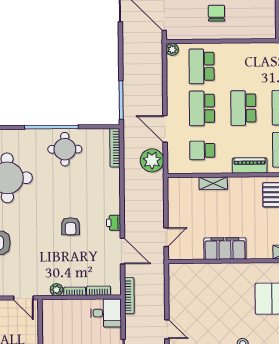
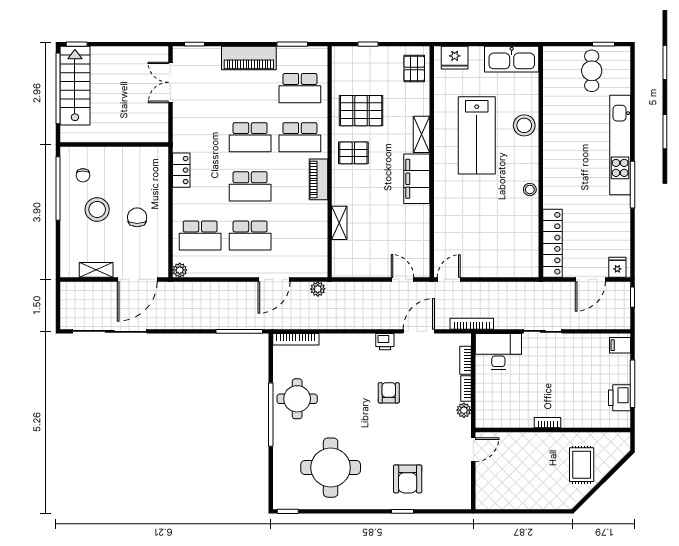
chair: (216, 13) -> (137, 217), turned 90
locker: (257, 50) -> (181, 170), added
school desk: (202, 150) -> (300, 236), removed
plant: (152, 160) -> (318, 289), width x0.53, depth x0.53
armchair: (71, 226) -> (389, 393), turned -90
filing cabinet: (225, 249) -> (417, 179), moved
desk: (106, 313) -> (498, 352), width x1.37
door: (167, 329) -> (449, 279), moved

